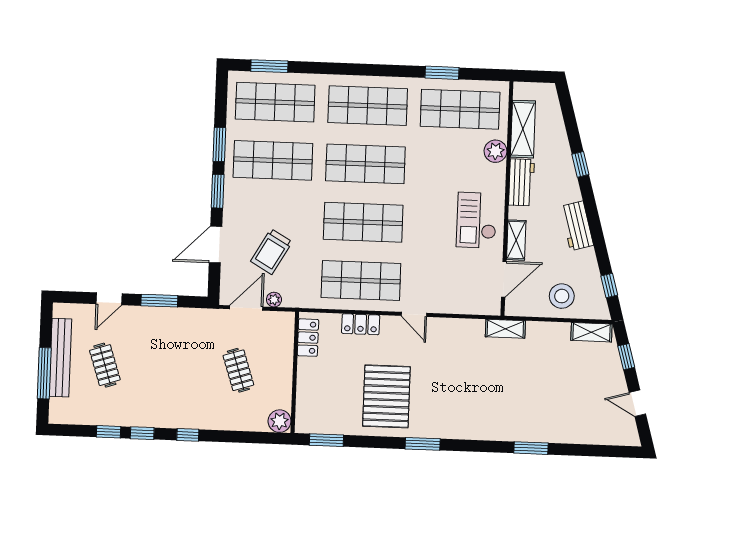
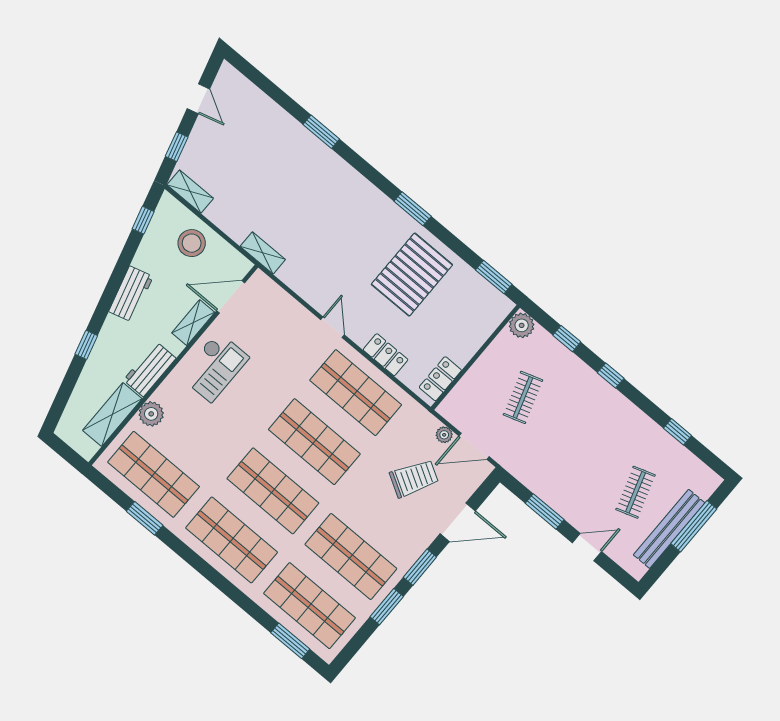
window: (142, 433) -> (567, 339), moved

